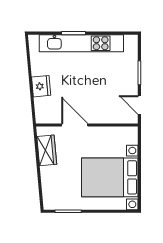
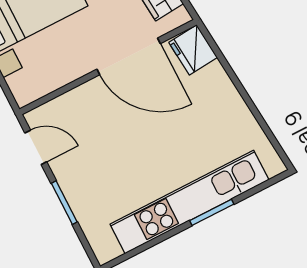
fridge: (41, 86) -> (193, 50), moved
door: (75, 125) -> (129, 56), width x1.36

